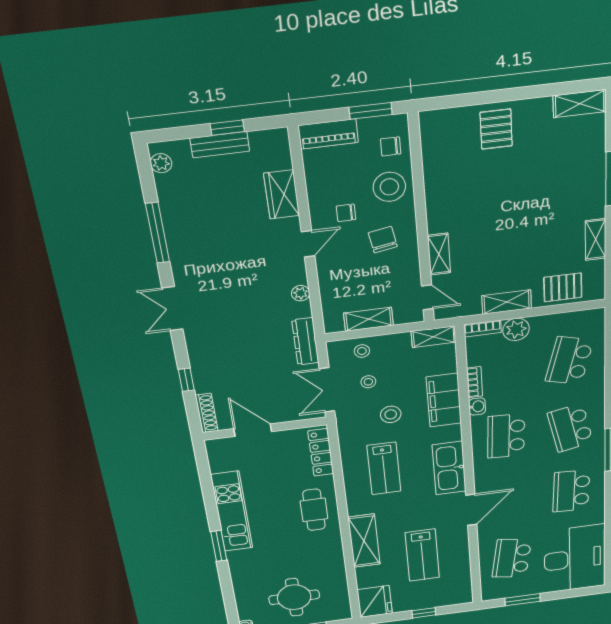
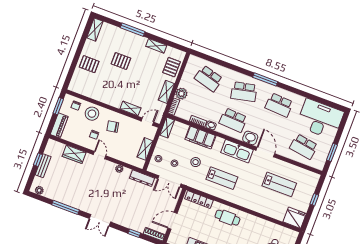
pallet: (532, 189) -> (121, 61), added
washbasin: (486, 476) -> (250, 138), added
shelving: (364, 541) -> (257, 205), removed

